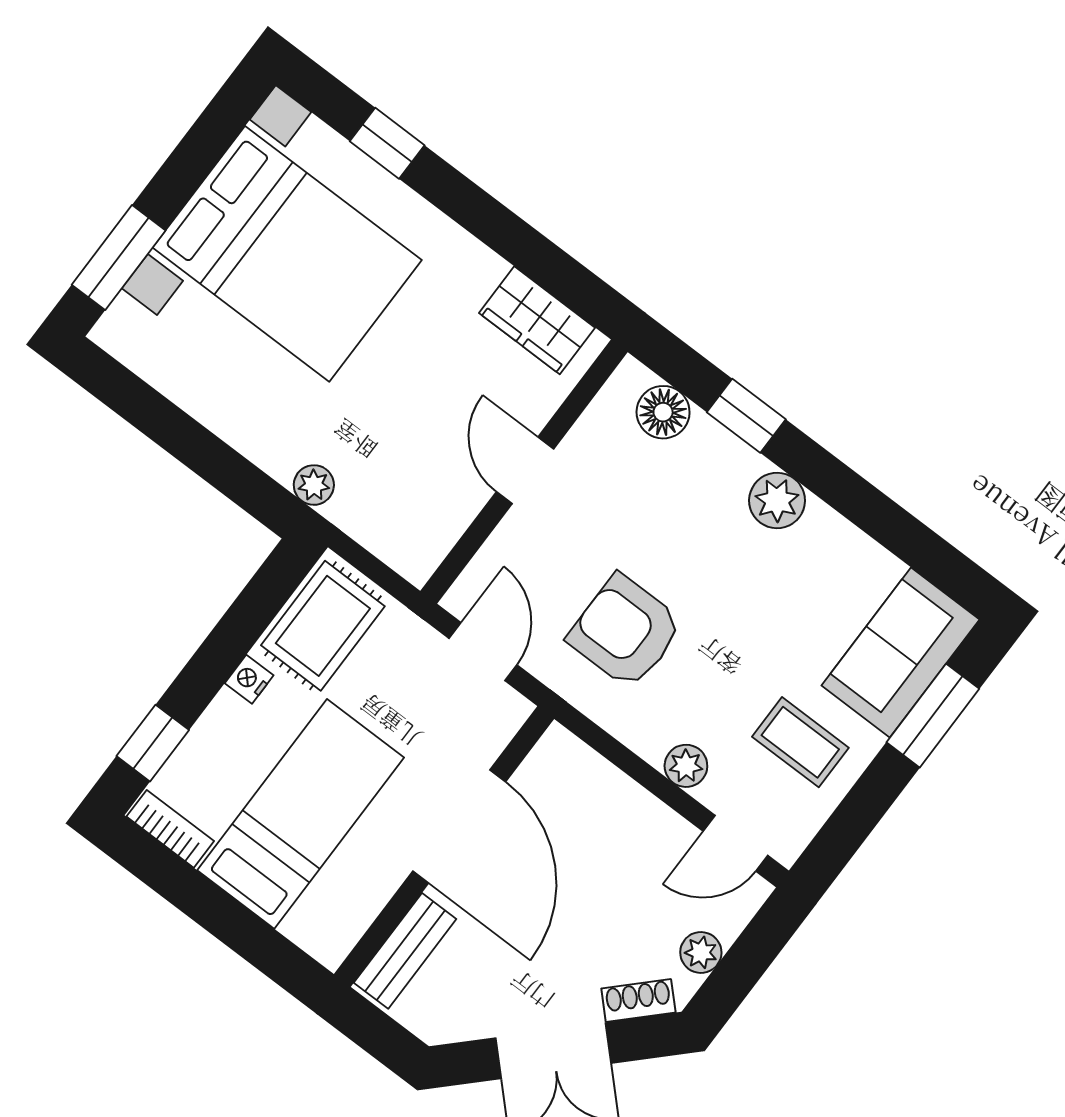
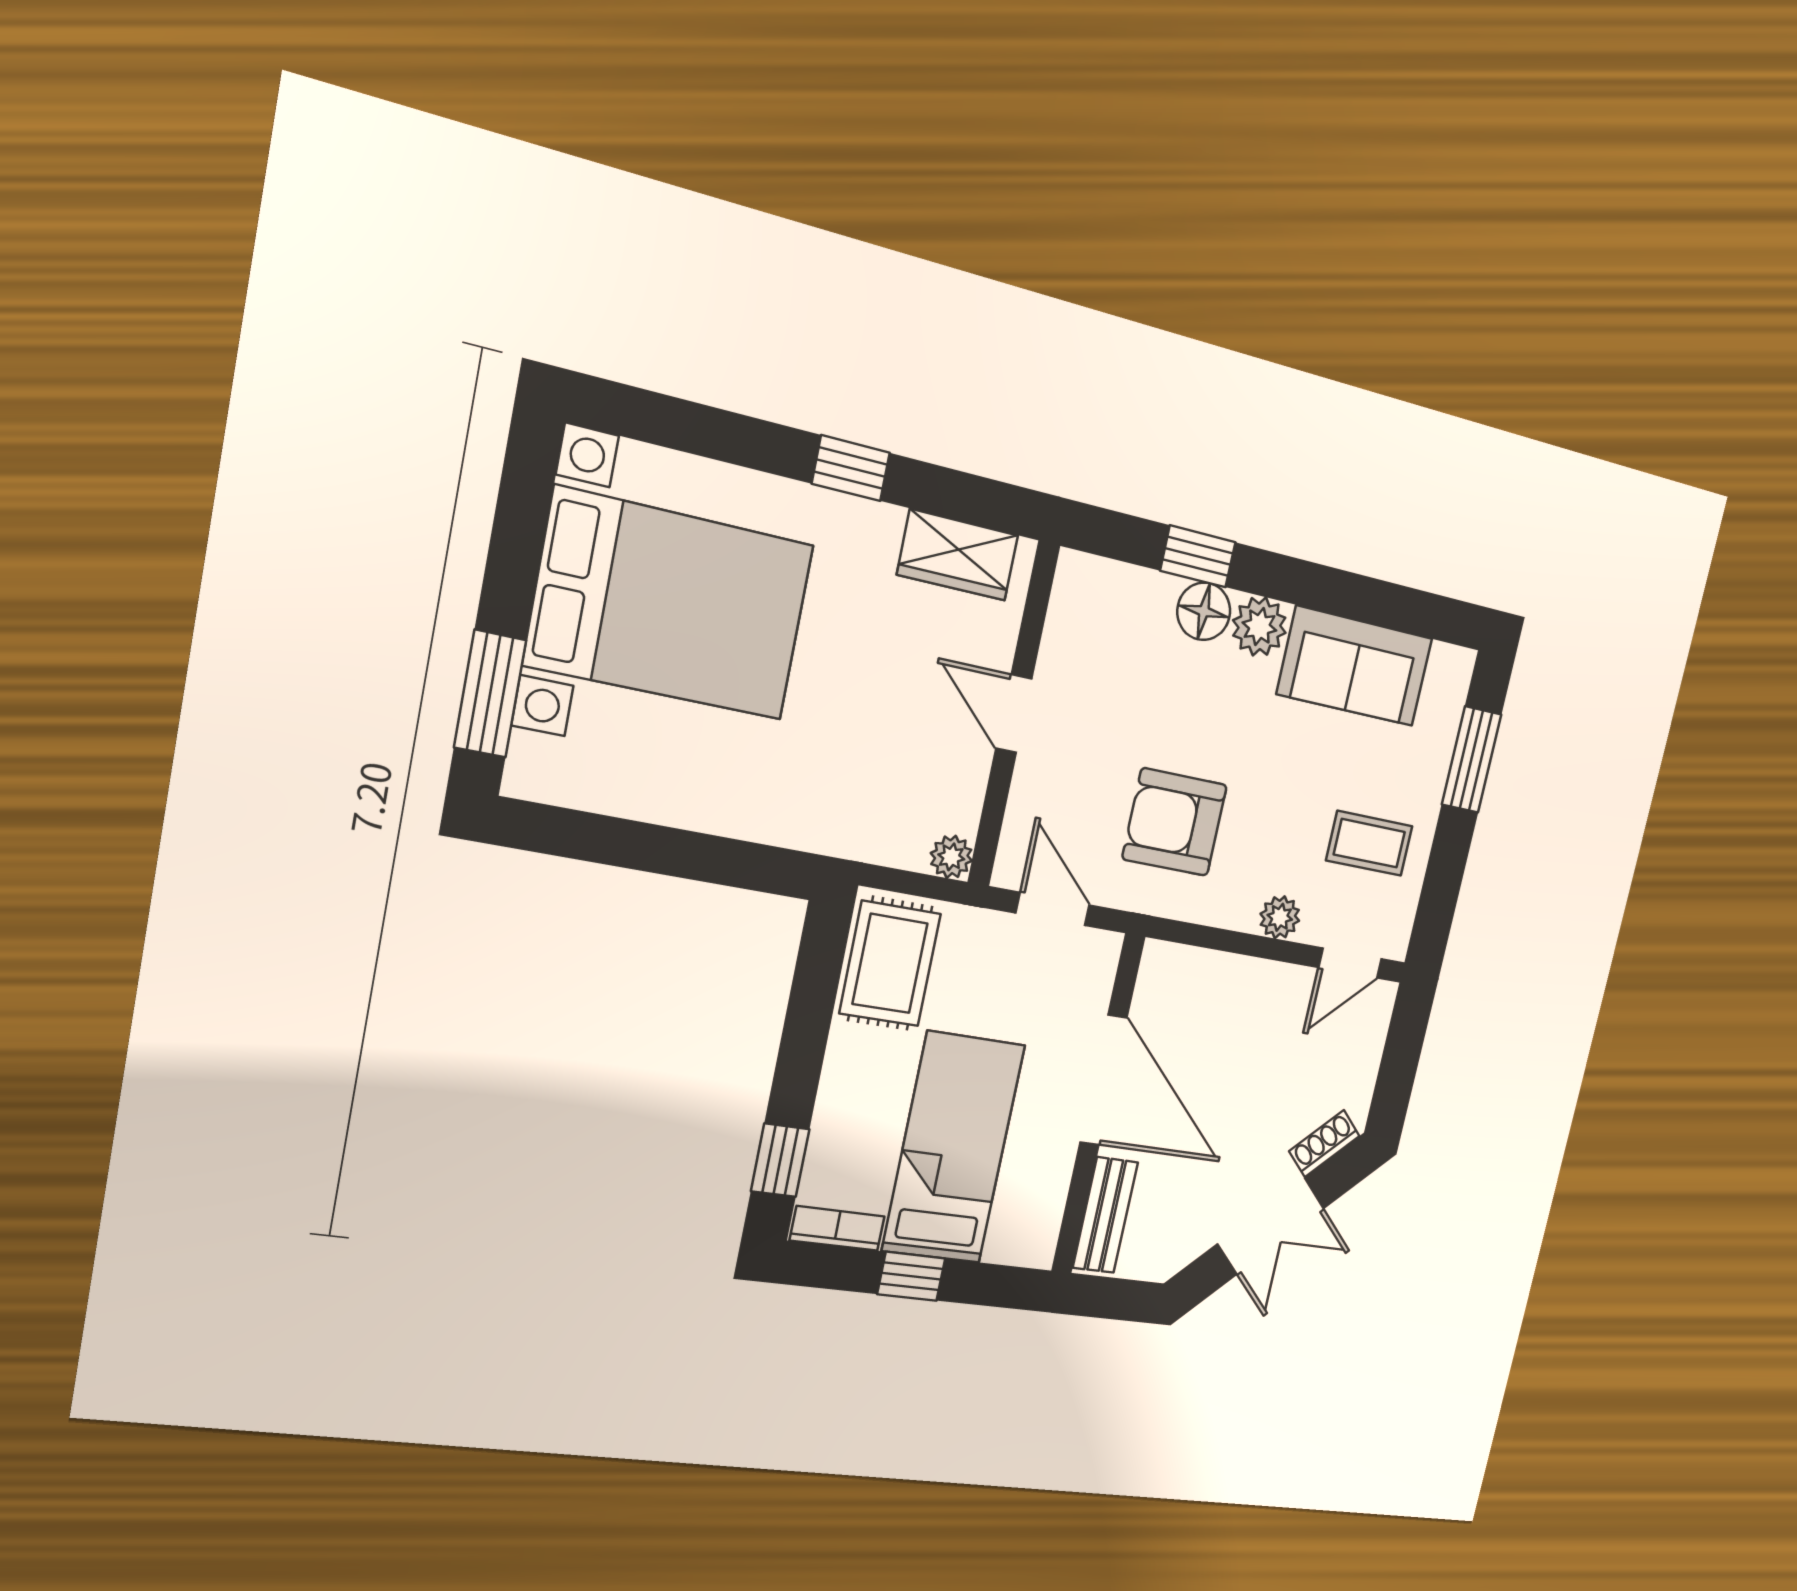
window: (387, 143) -> (851, 468), moved
floor lamp: (663, 412) -> (1204, 611), moved
plant: (314, 485) -> (951, 857), moved
sofa: (900, 652) -> (1355, 666), moved, turned -90
nightstand: (249, 679) -> (844, 1051), removed
window: (211, 907) -> (911, 1276), added
plant: (701, 952) -> (1360, 1073), removed

